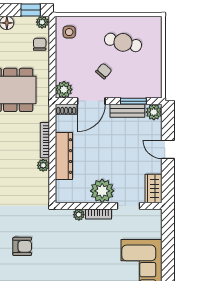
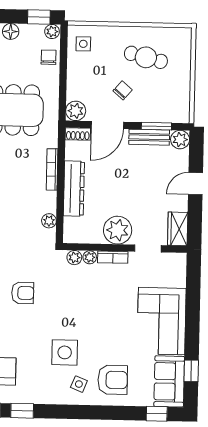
door: (168, 149) -> (196, 184), hinge flipped
plant: (43, 165) -> (49, 221), moved
plant: (66, 215) -> (74, 258), added

